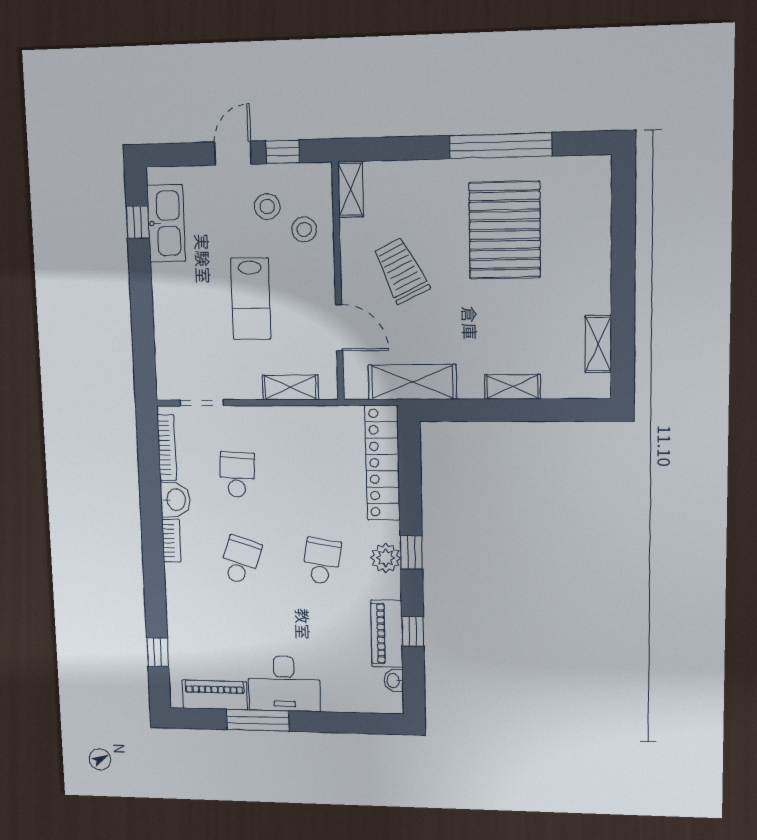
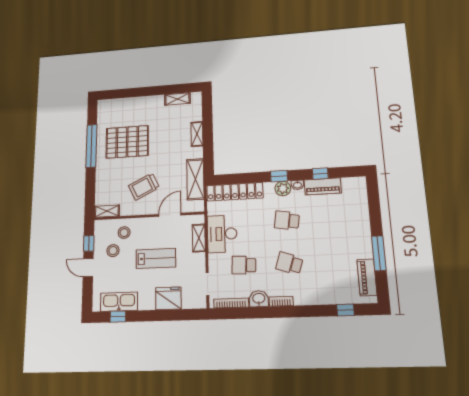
fridge: (174, 325) -> (168, 298), added
washbasin: (394, 680) -> (297, 185), moved
desk: (284, 684) -> (222, 234), moved, turned 180

